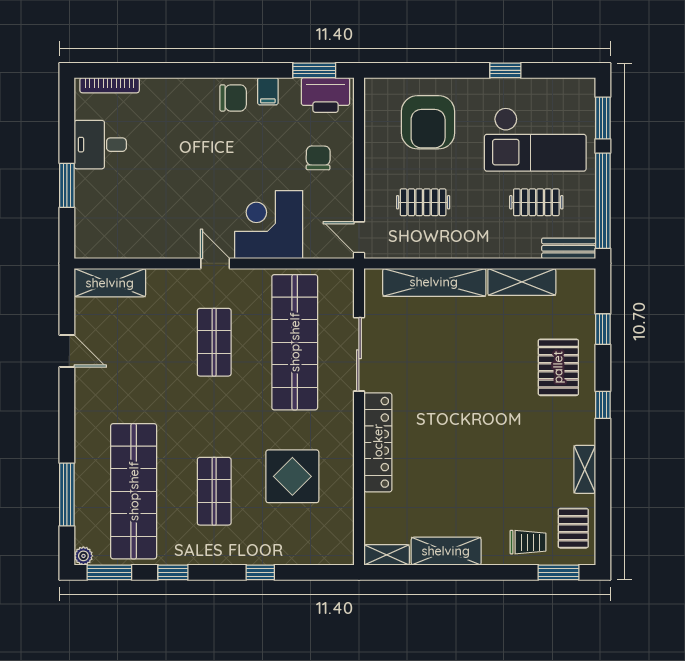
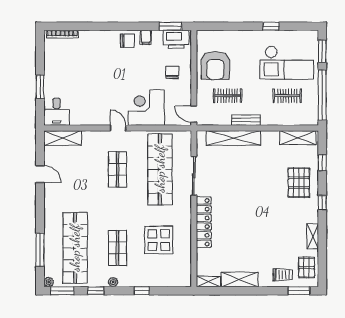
armchair: (428, 122) -> (215, 65), moved
desk: (100, 145) -> (57, 112), moved, turned -90
bench: (569, 248) -> (246, 120), moved
shelving: (522, 282) -> (298, 138), moved
plant: (206, 556) -> (113, 282), added

